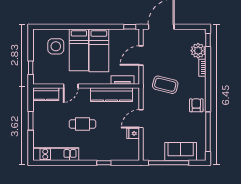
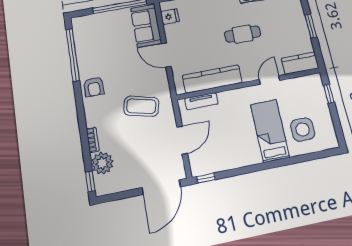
bed: (99, 50) -> (242, 136), removed
door: (141, 119) -> (166, 55), swing flipped
fridge: (133, 133) -> (170, 17), moved
sofa: (181, 151) -> (146, 26), moved, turned 90

